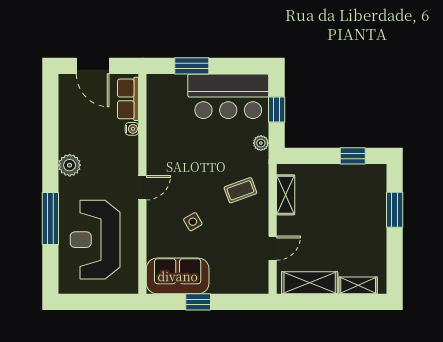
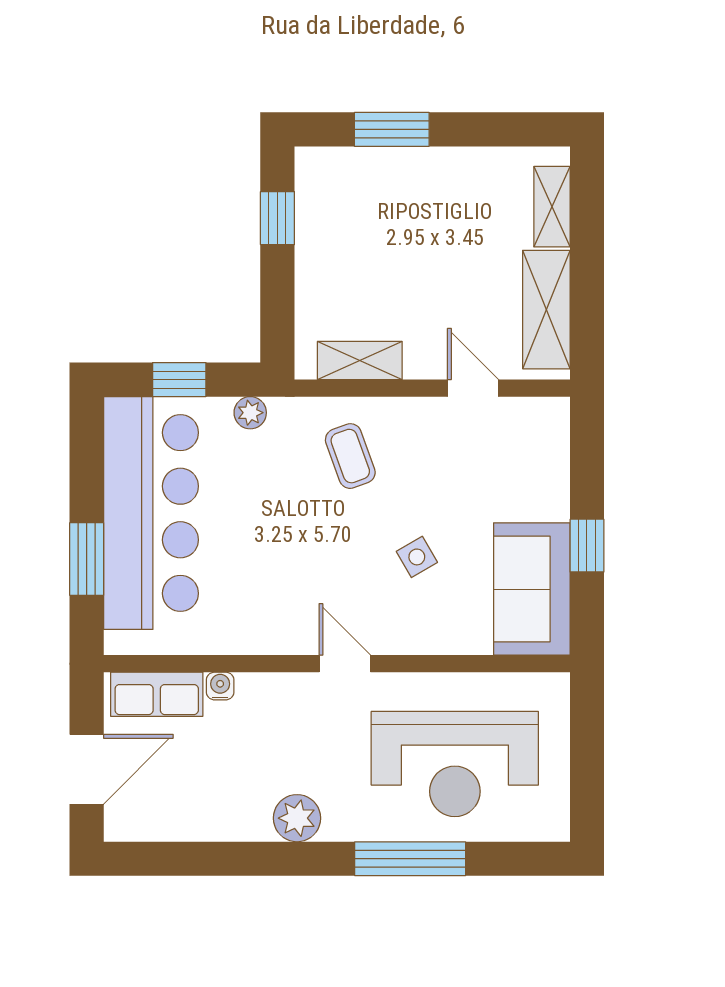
bar counter: (228, 96) -> (151, 513), width x1.36

